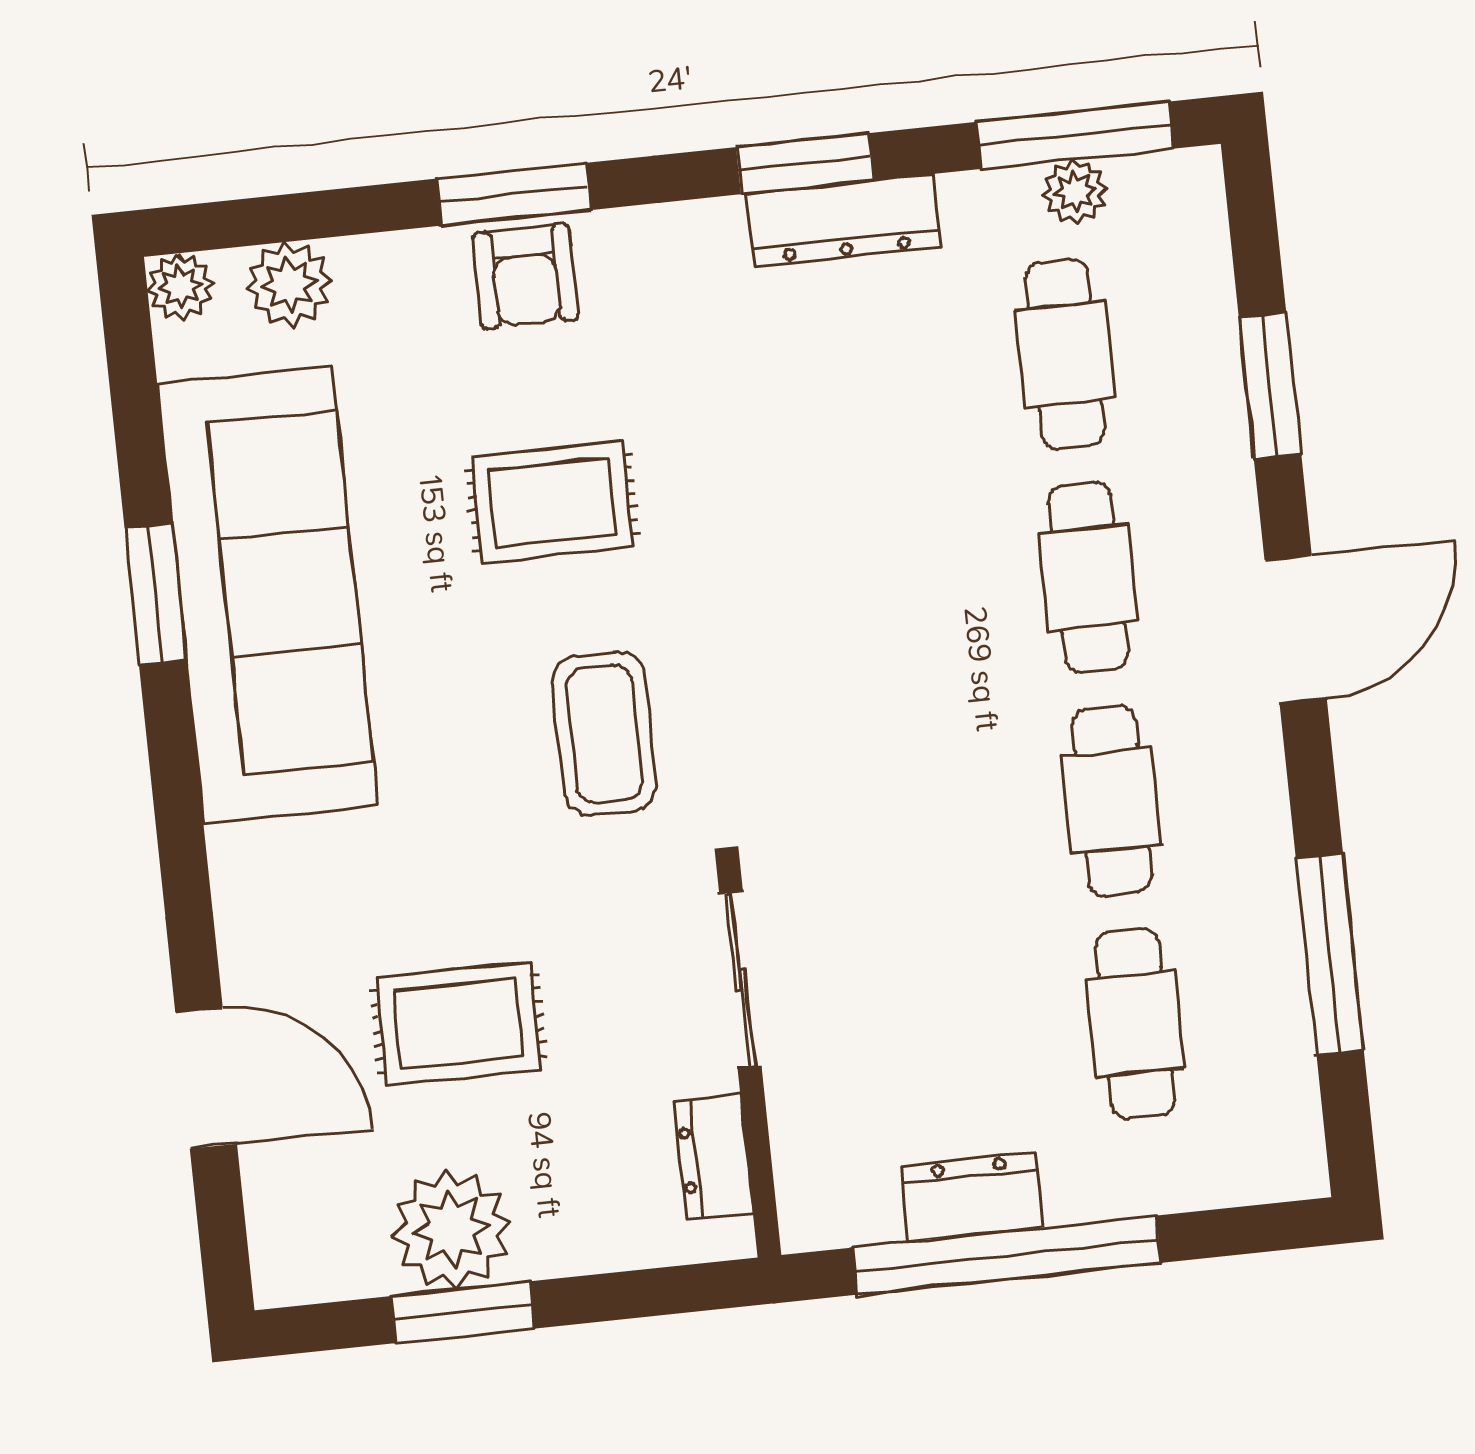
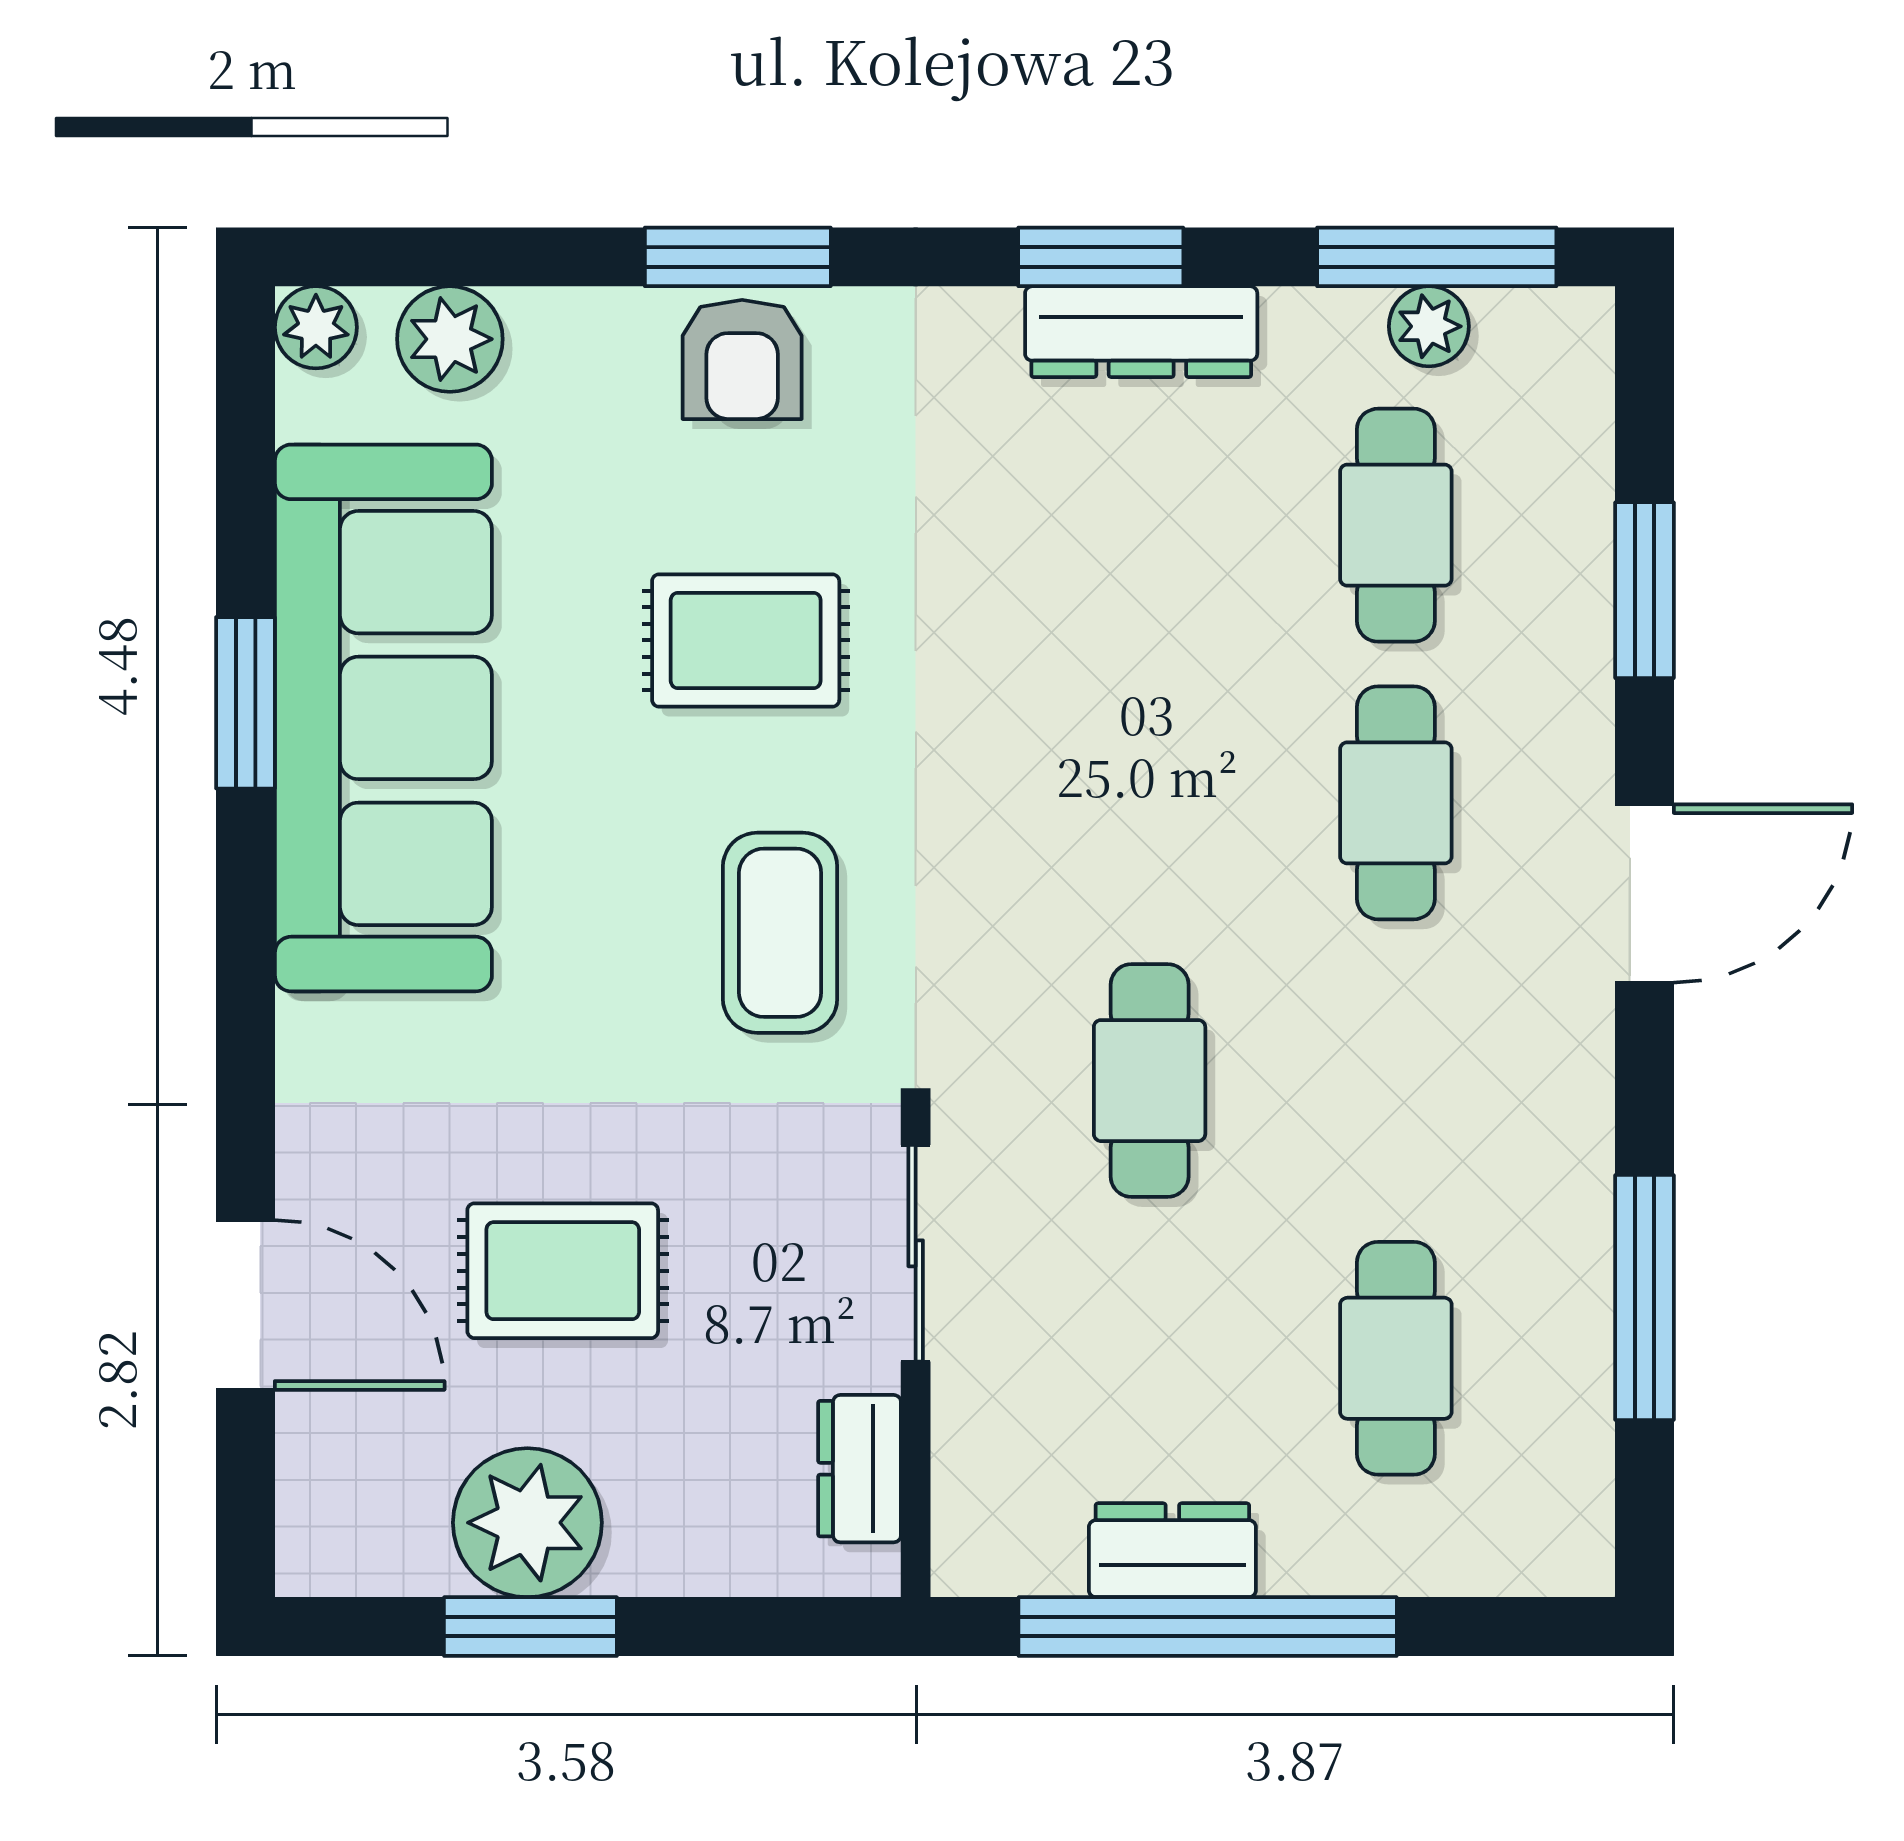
cafe table: (1112, 801) -> (1150, 1081), moved

